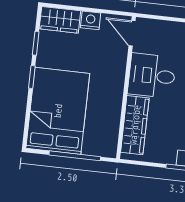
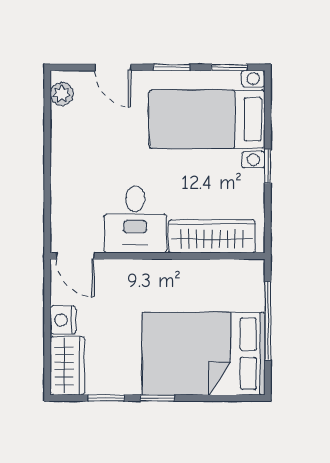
door: (132, 33) -> (75, 256), hinge flipped

